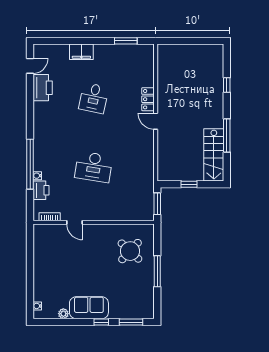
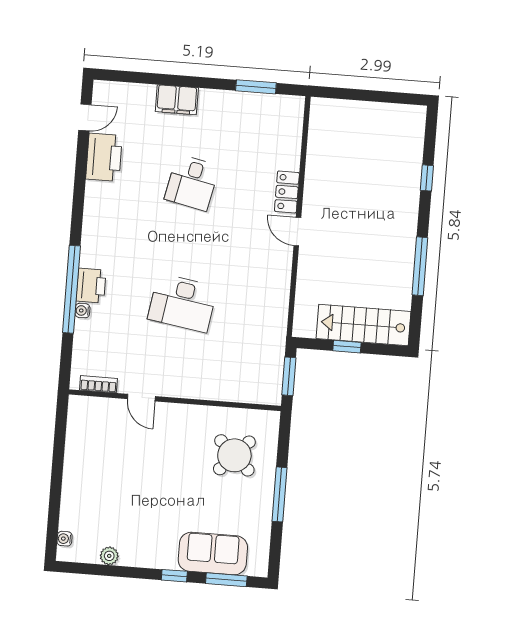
stairs: (214, 155) -> (364, 325), moved, turned 90
printer: (41, 190) -> (91, 286), moved
sofa: (89, 308) -> (213, 554), moved

